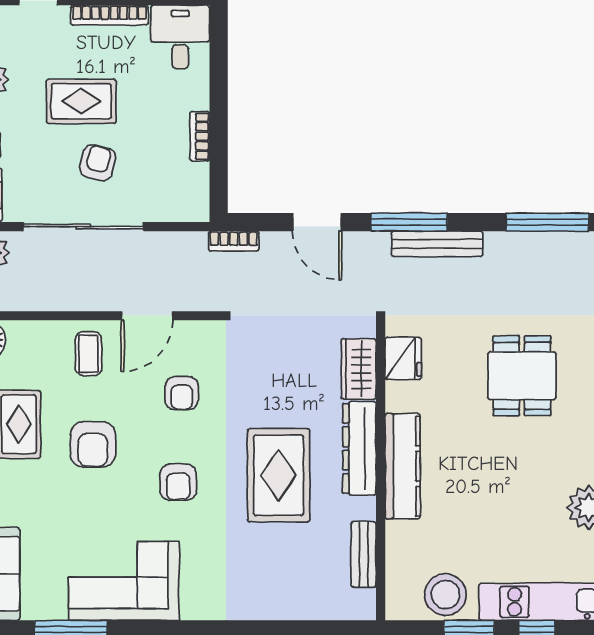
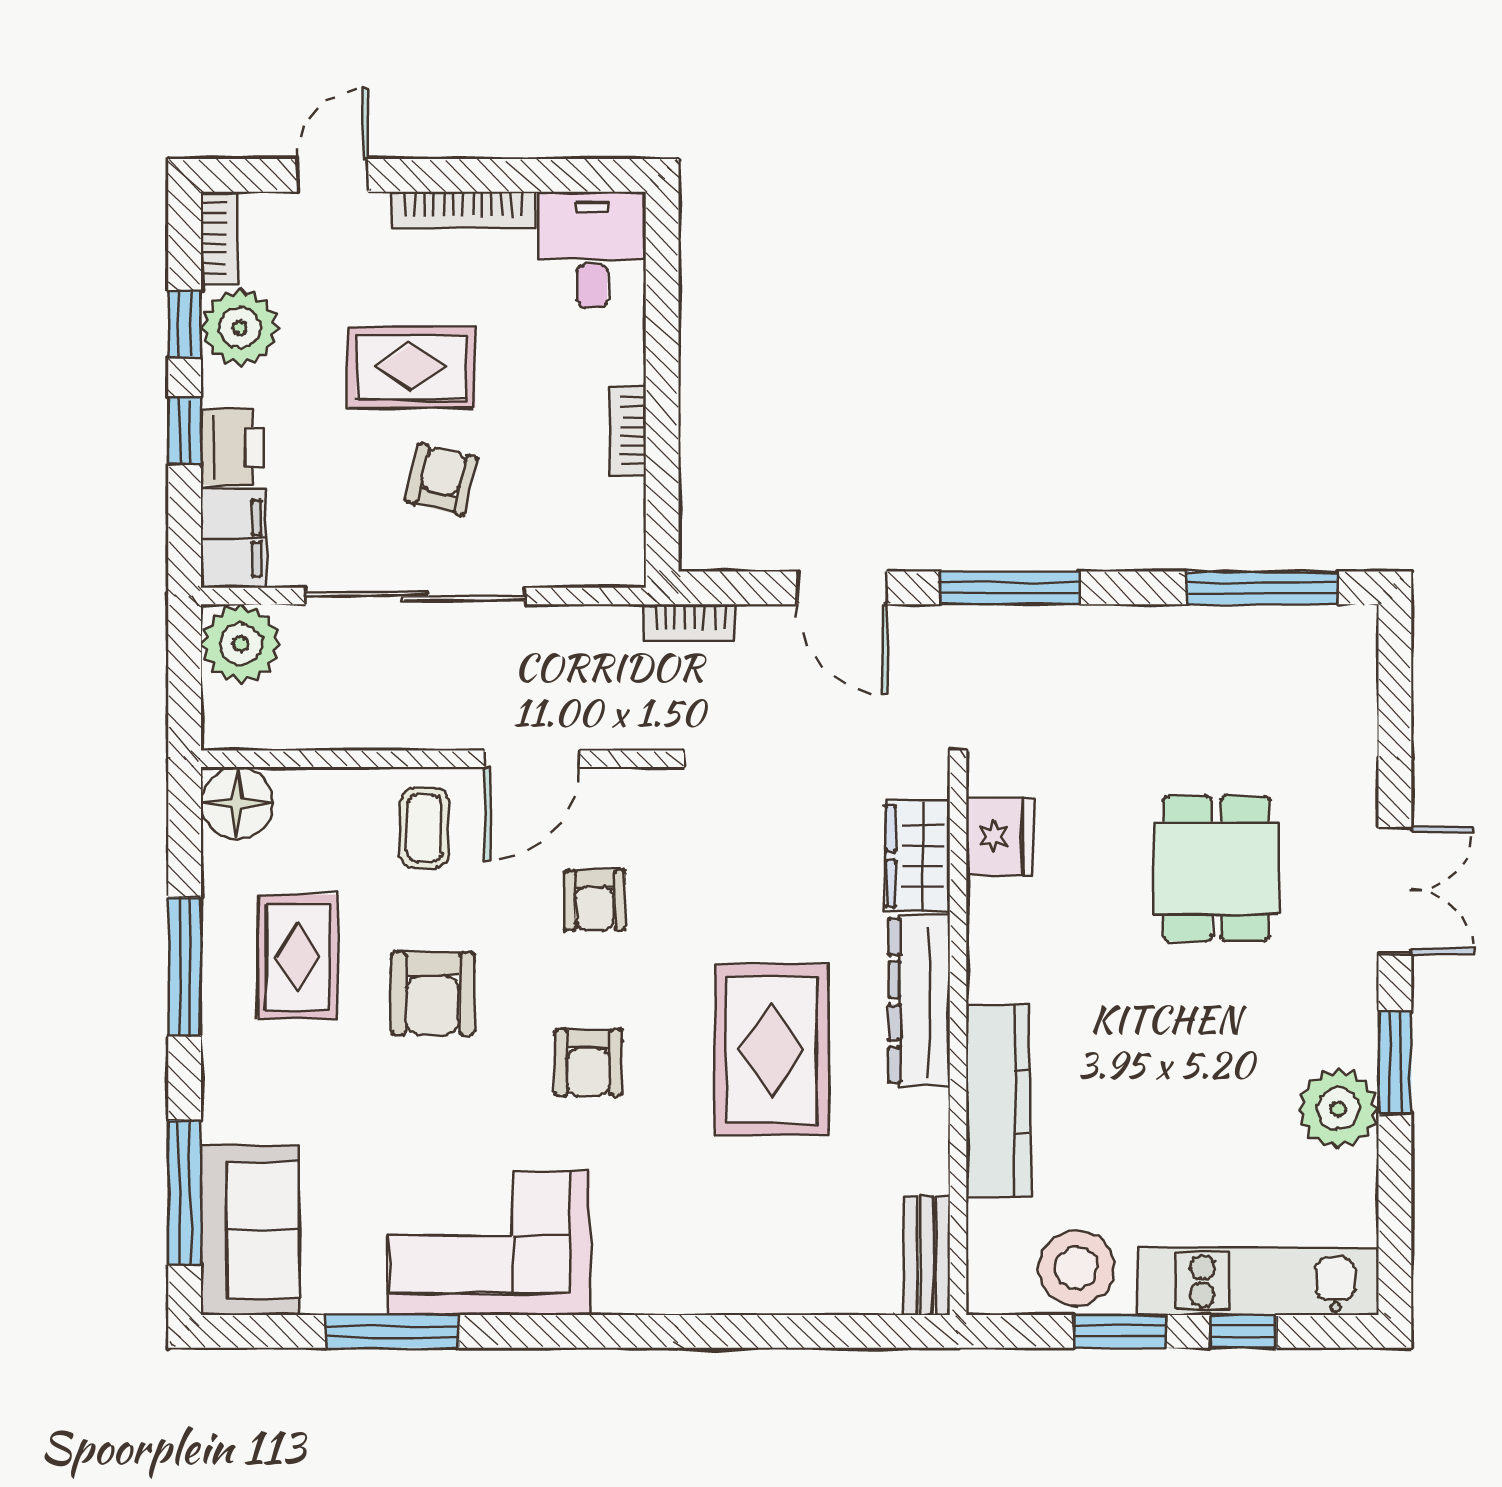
bench: (437, 244) -> (1061, 628), removed
kitchen counter: (403, 466) -> (998, 1101), moved
bench: (364, 554) -> (927, 1255), moved

